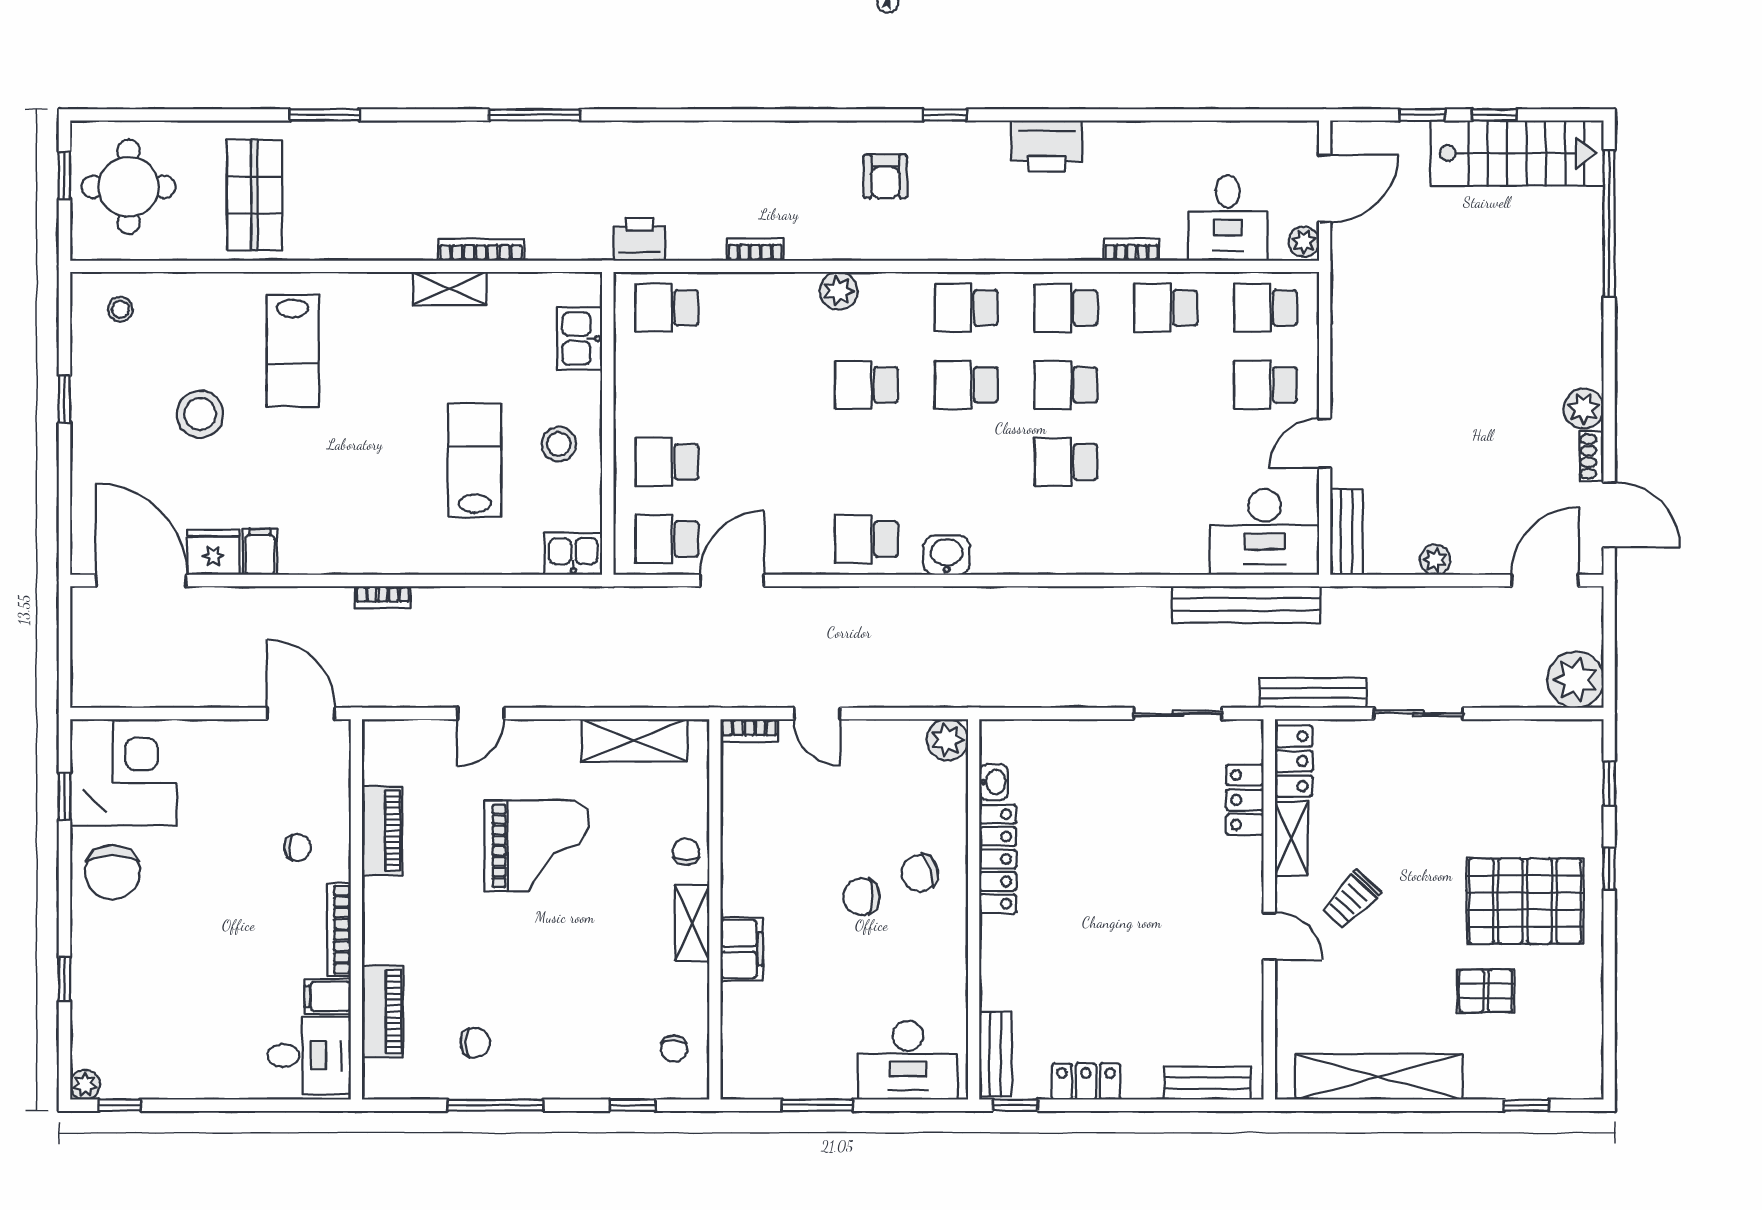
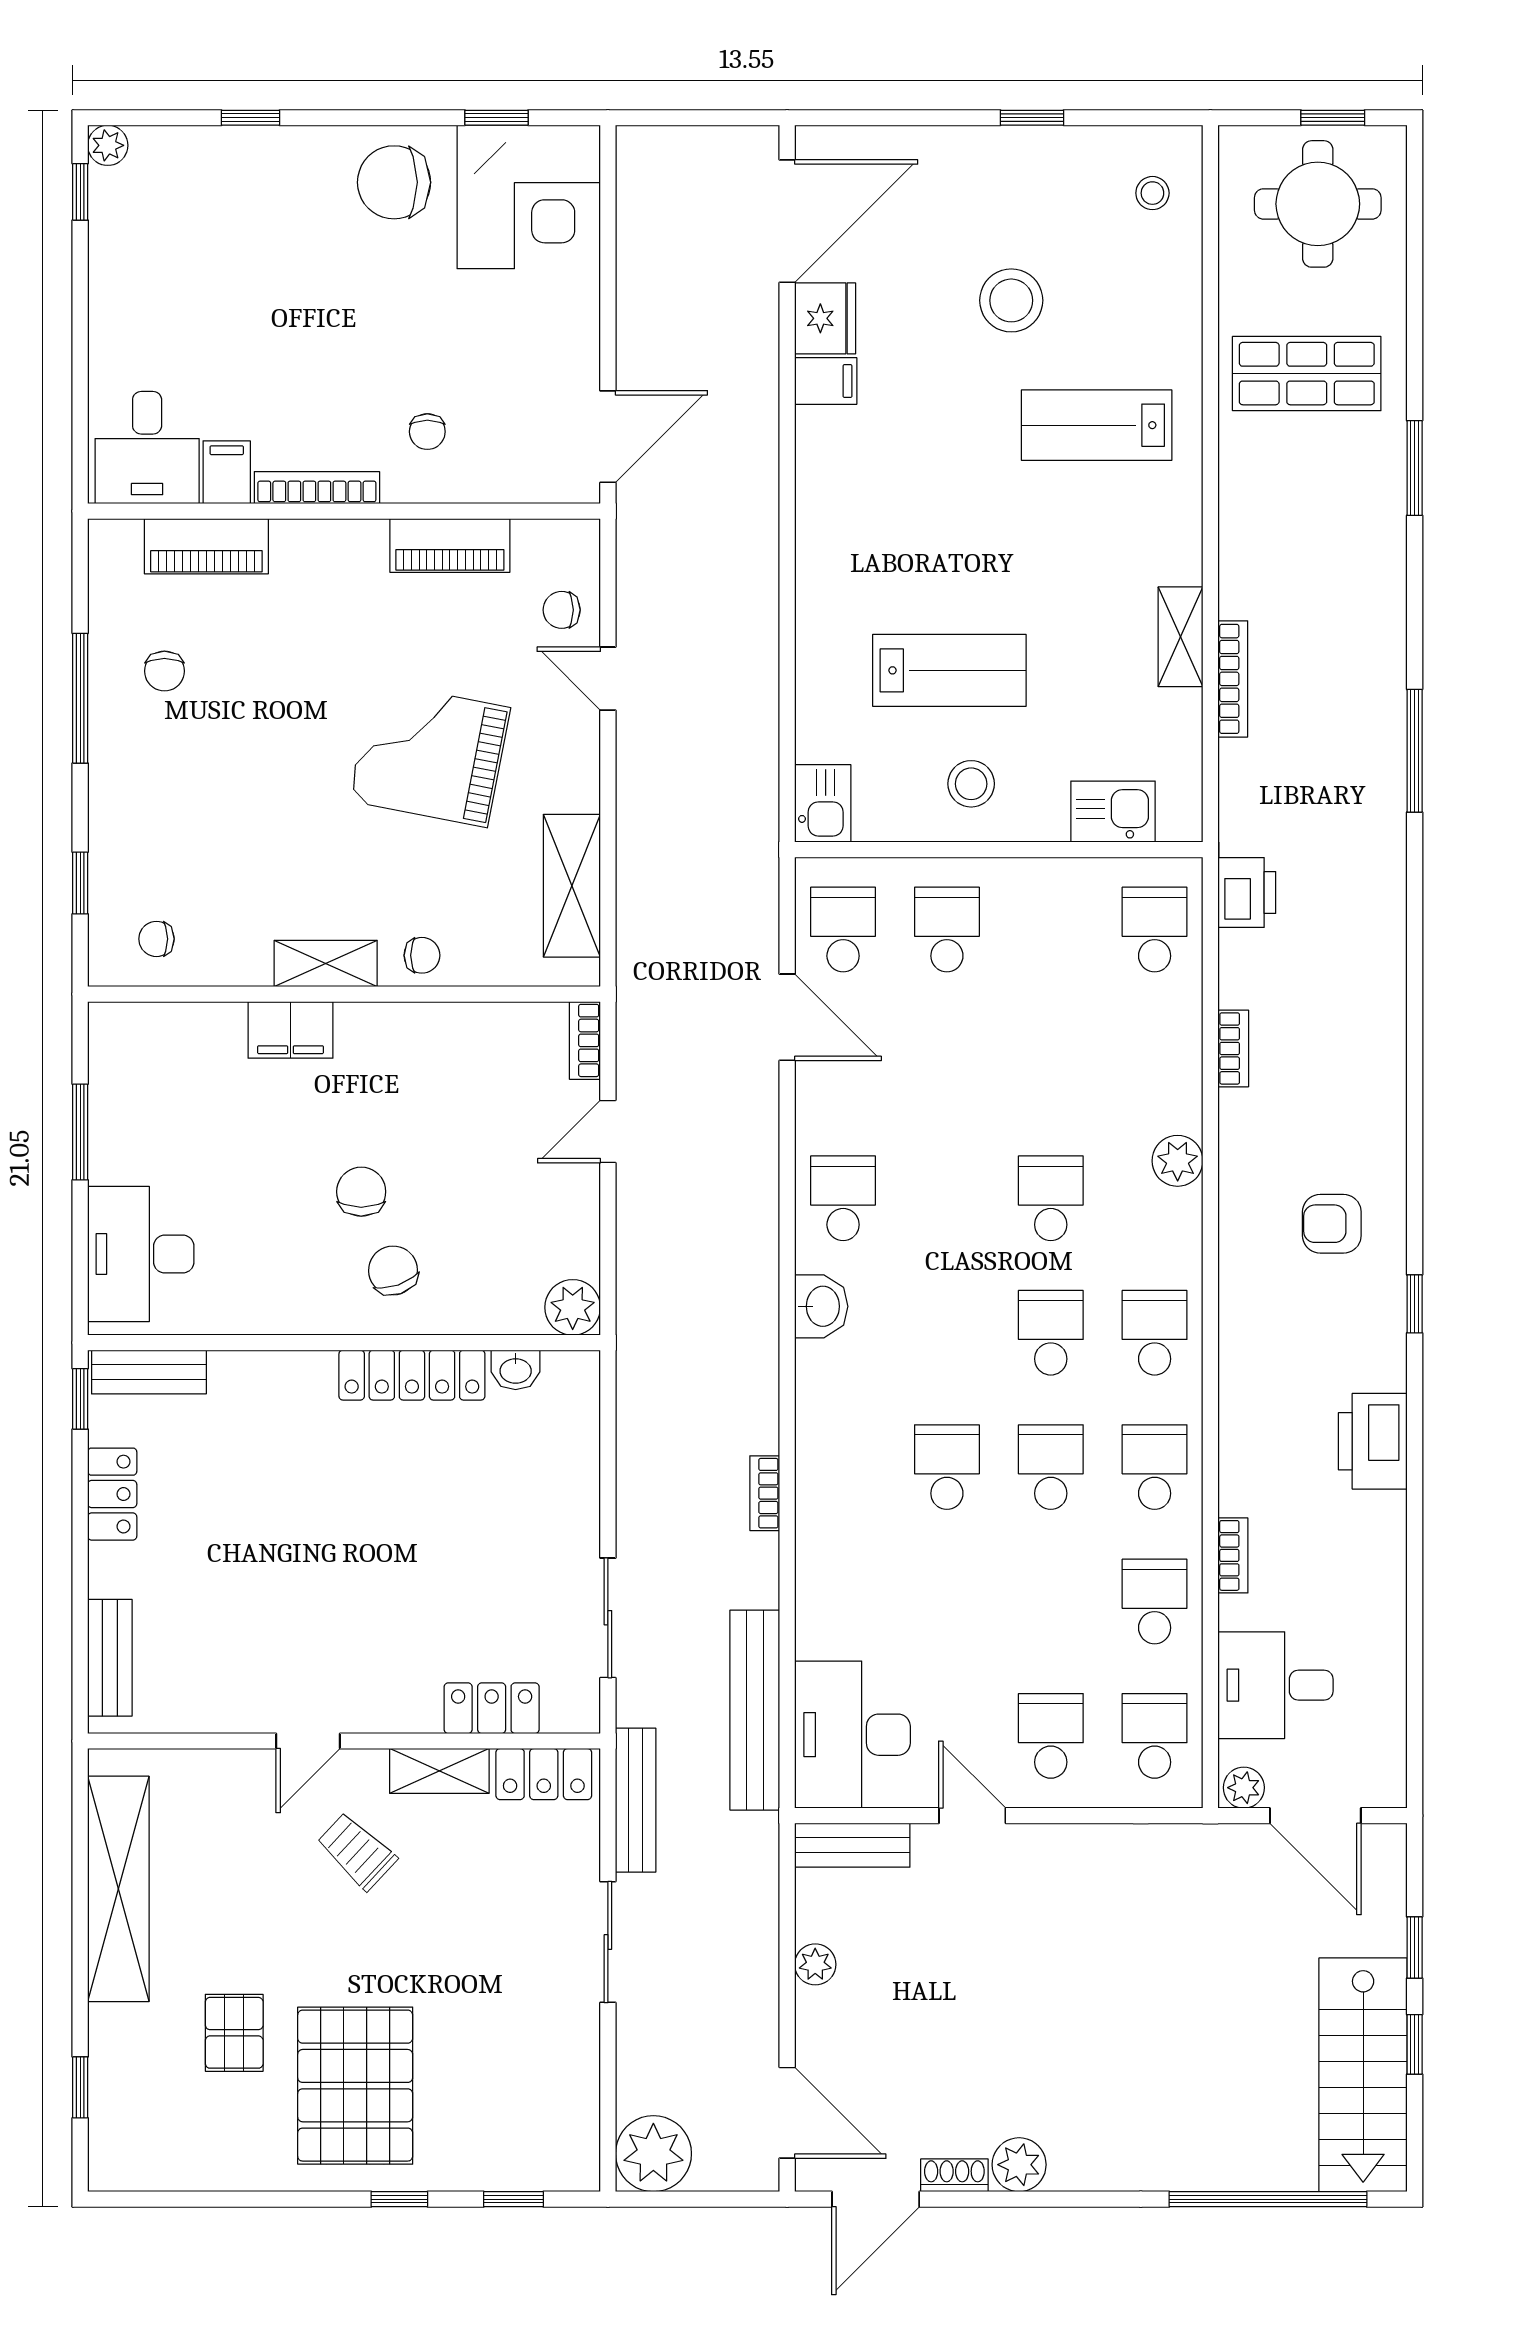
bookcase: (383, 597) -> (765, 1493), moved
chair: (430, 748) -> (562, 610), added
grand piano: (537, 846) -> (430, 754), turned 101

